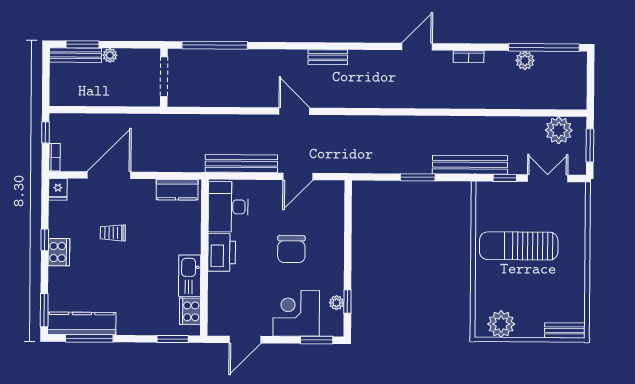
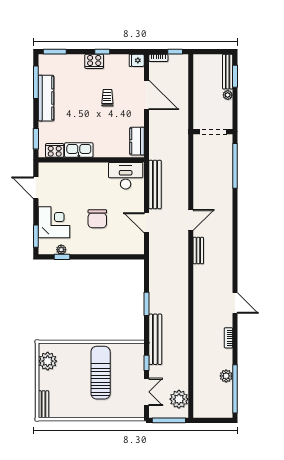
bench: (328, 57) -> (198, 250), moved
window: (590, 145) -> (169, 420), width x1.44
chair: (291, 249) -> (97, 219), turned -90
printer: (222, 252) -> (95, 172), removed
kitchen counter: (82, 323) -> (46, 98), moved

